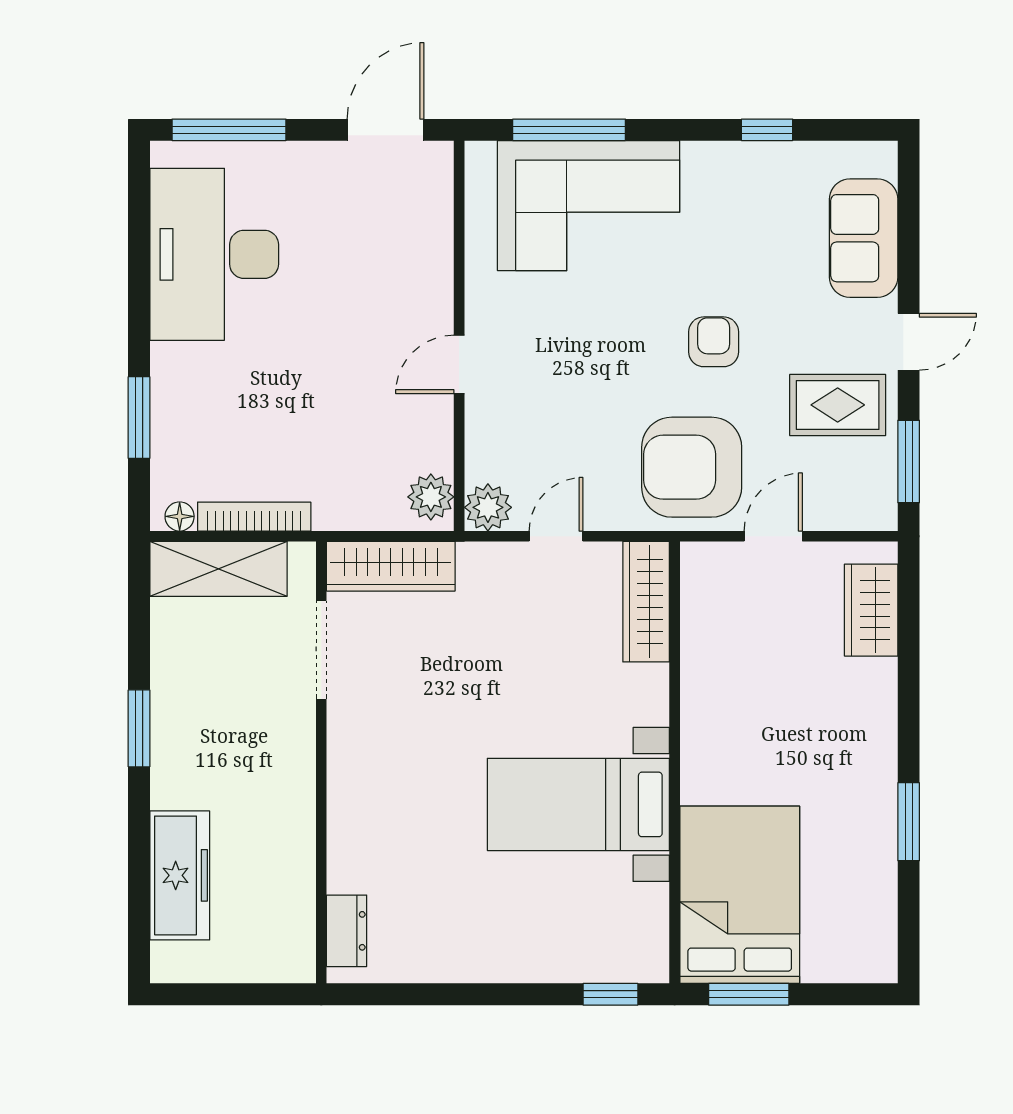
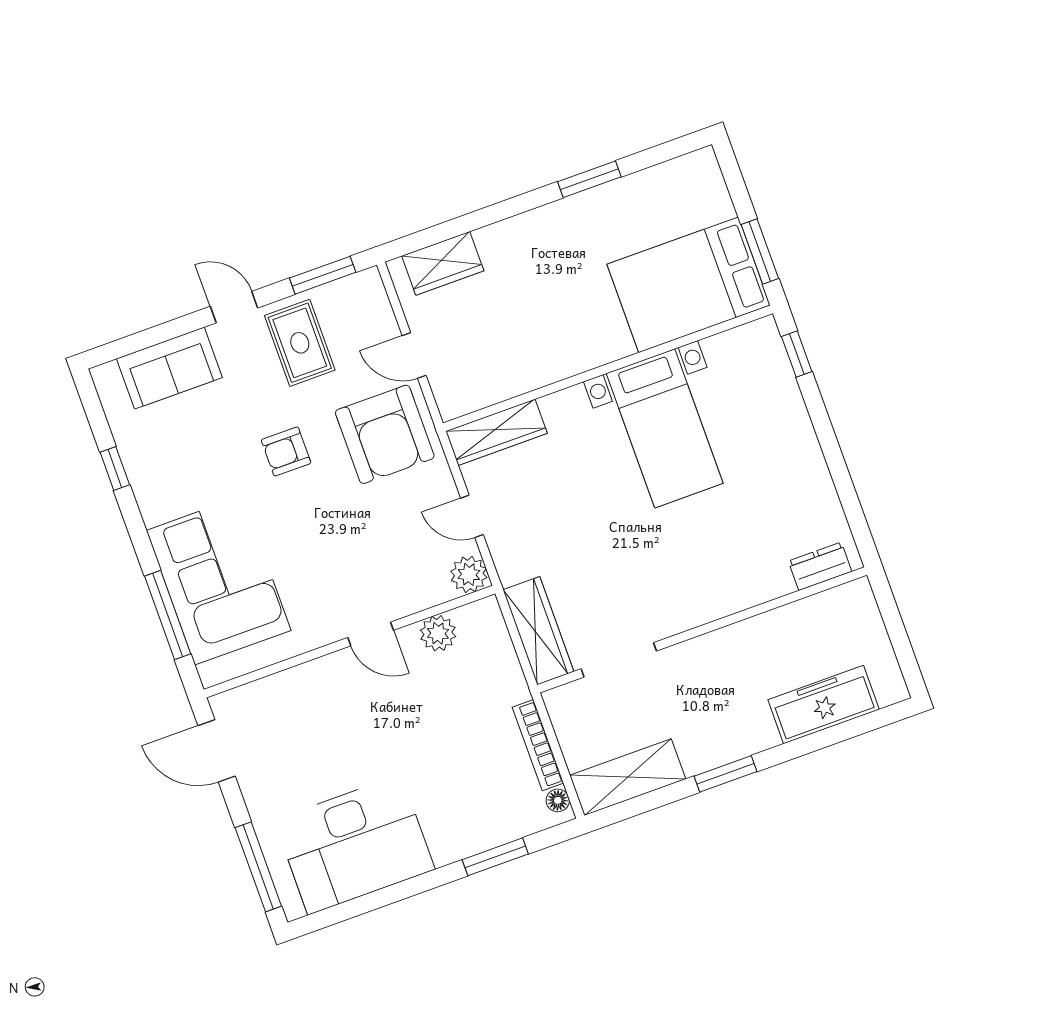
plant: (431, 497) -> (438, 633), moved
shelving: (218, 569) -> (628, 777), moved, turned 90

